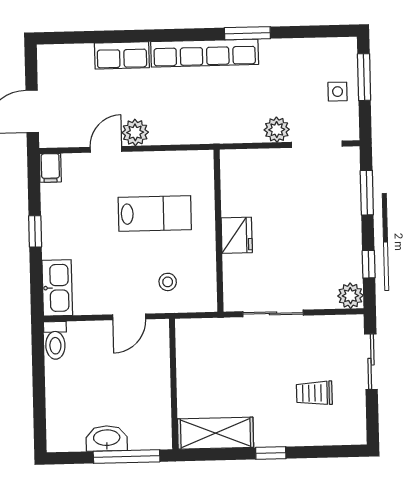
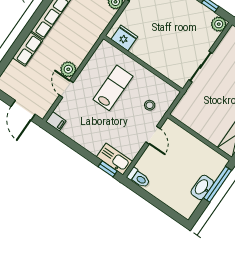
window: (35, 231) -> (108, 169), moved
fridge: (237, 235) -> (124, 38), moved

